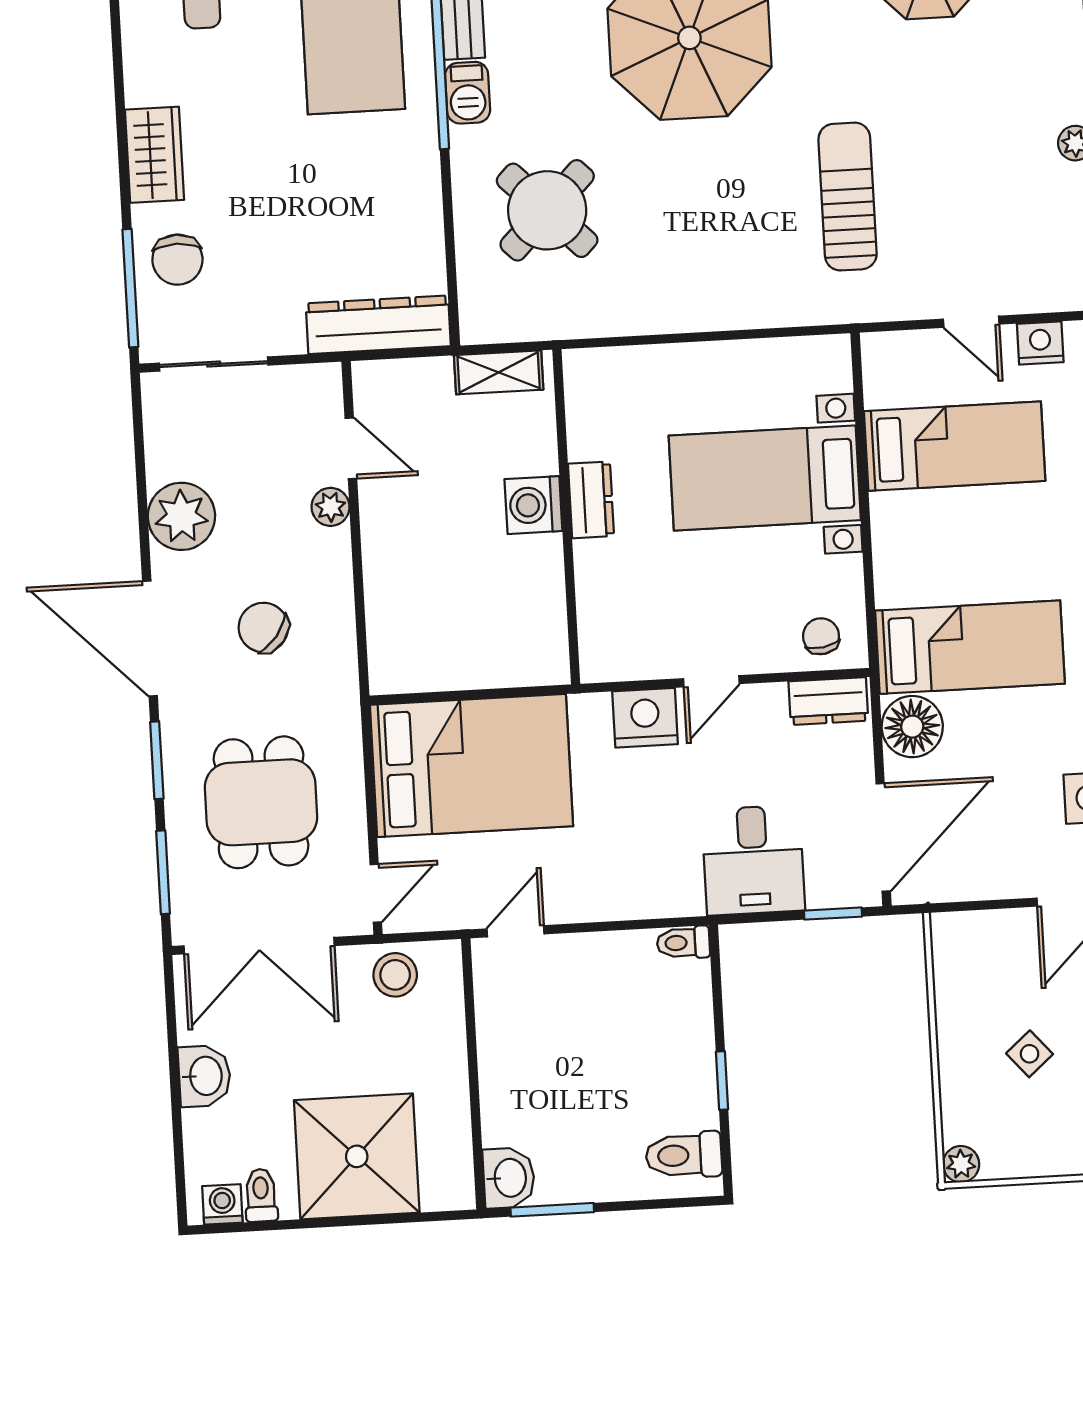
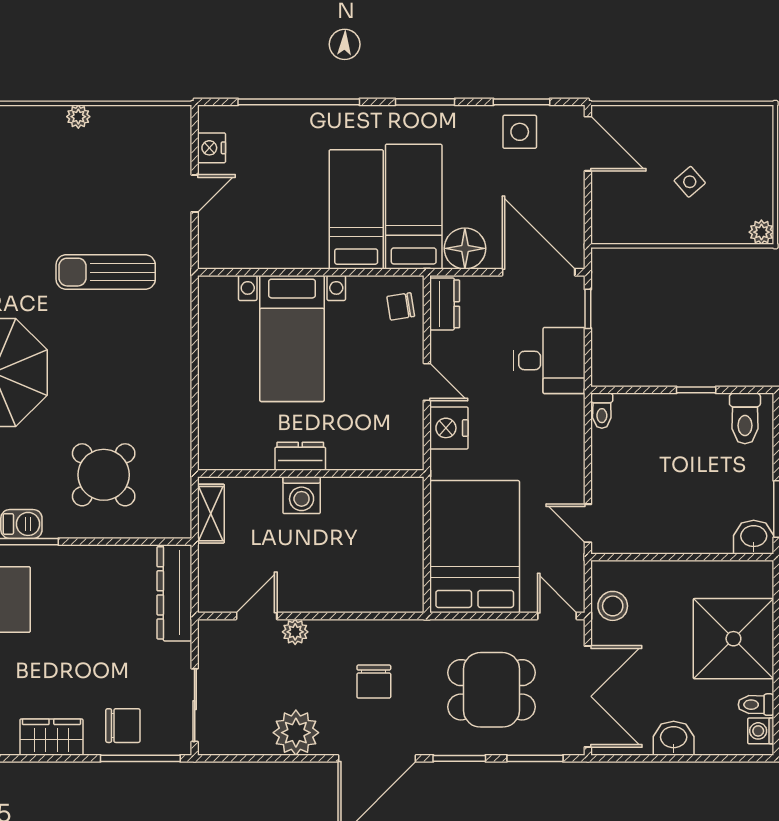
bed: (955, 446) -> (356, 209), moved
chair: (263, 627) -> (374, 682), turned -37

